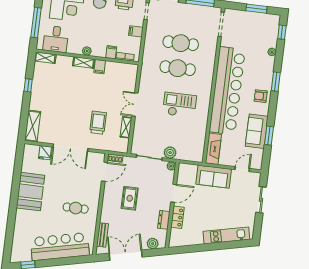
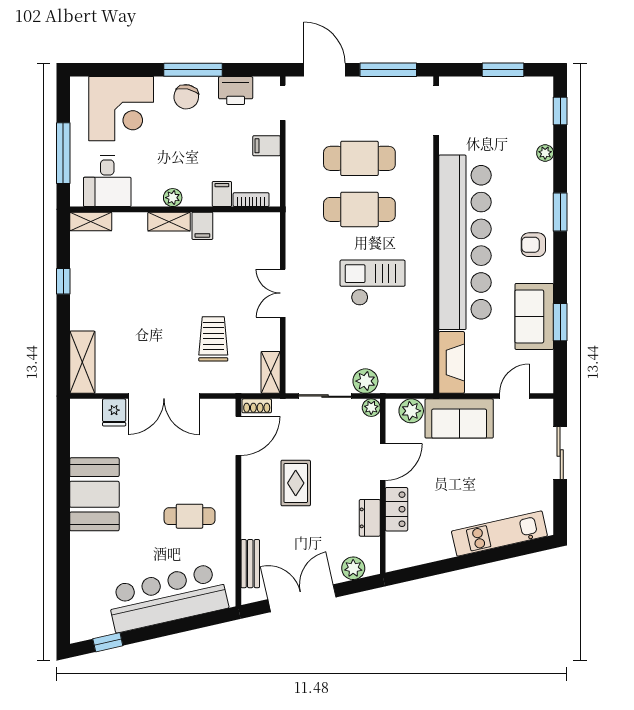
shelving: (126, 127) -> (271, 372), moved
plant: (191, 170) -> (411, 411), added

